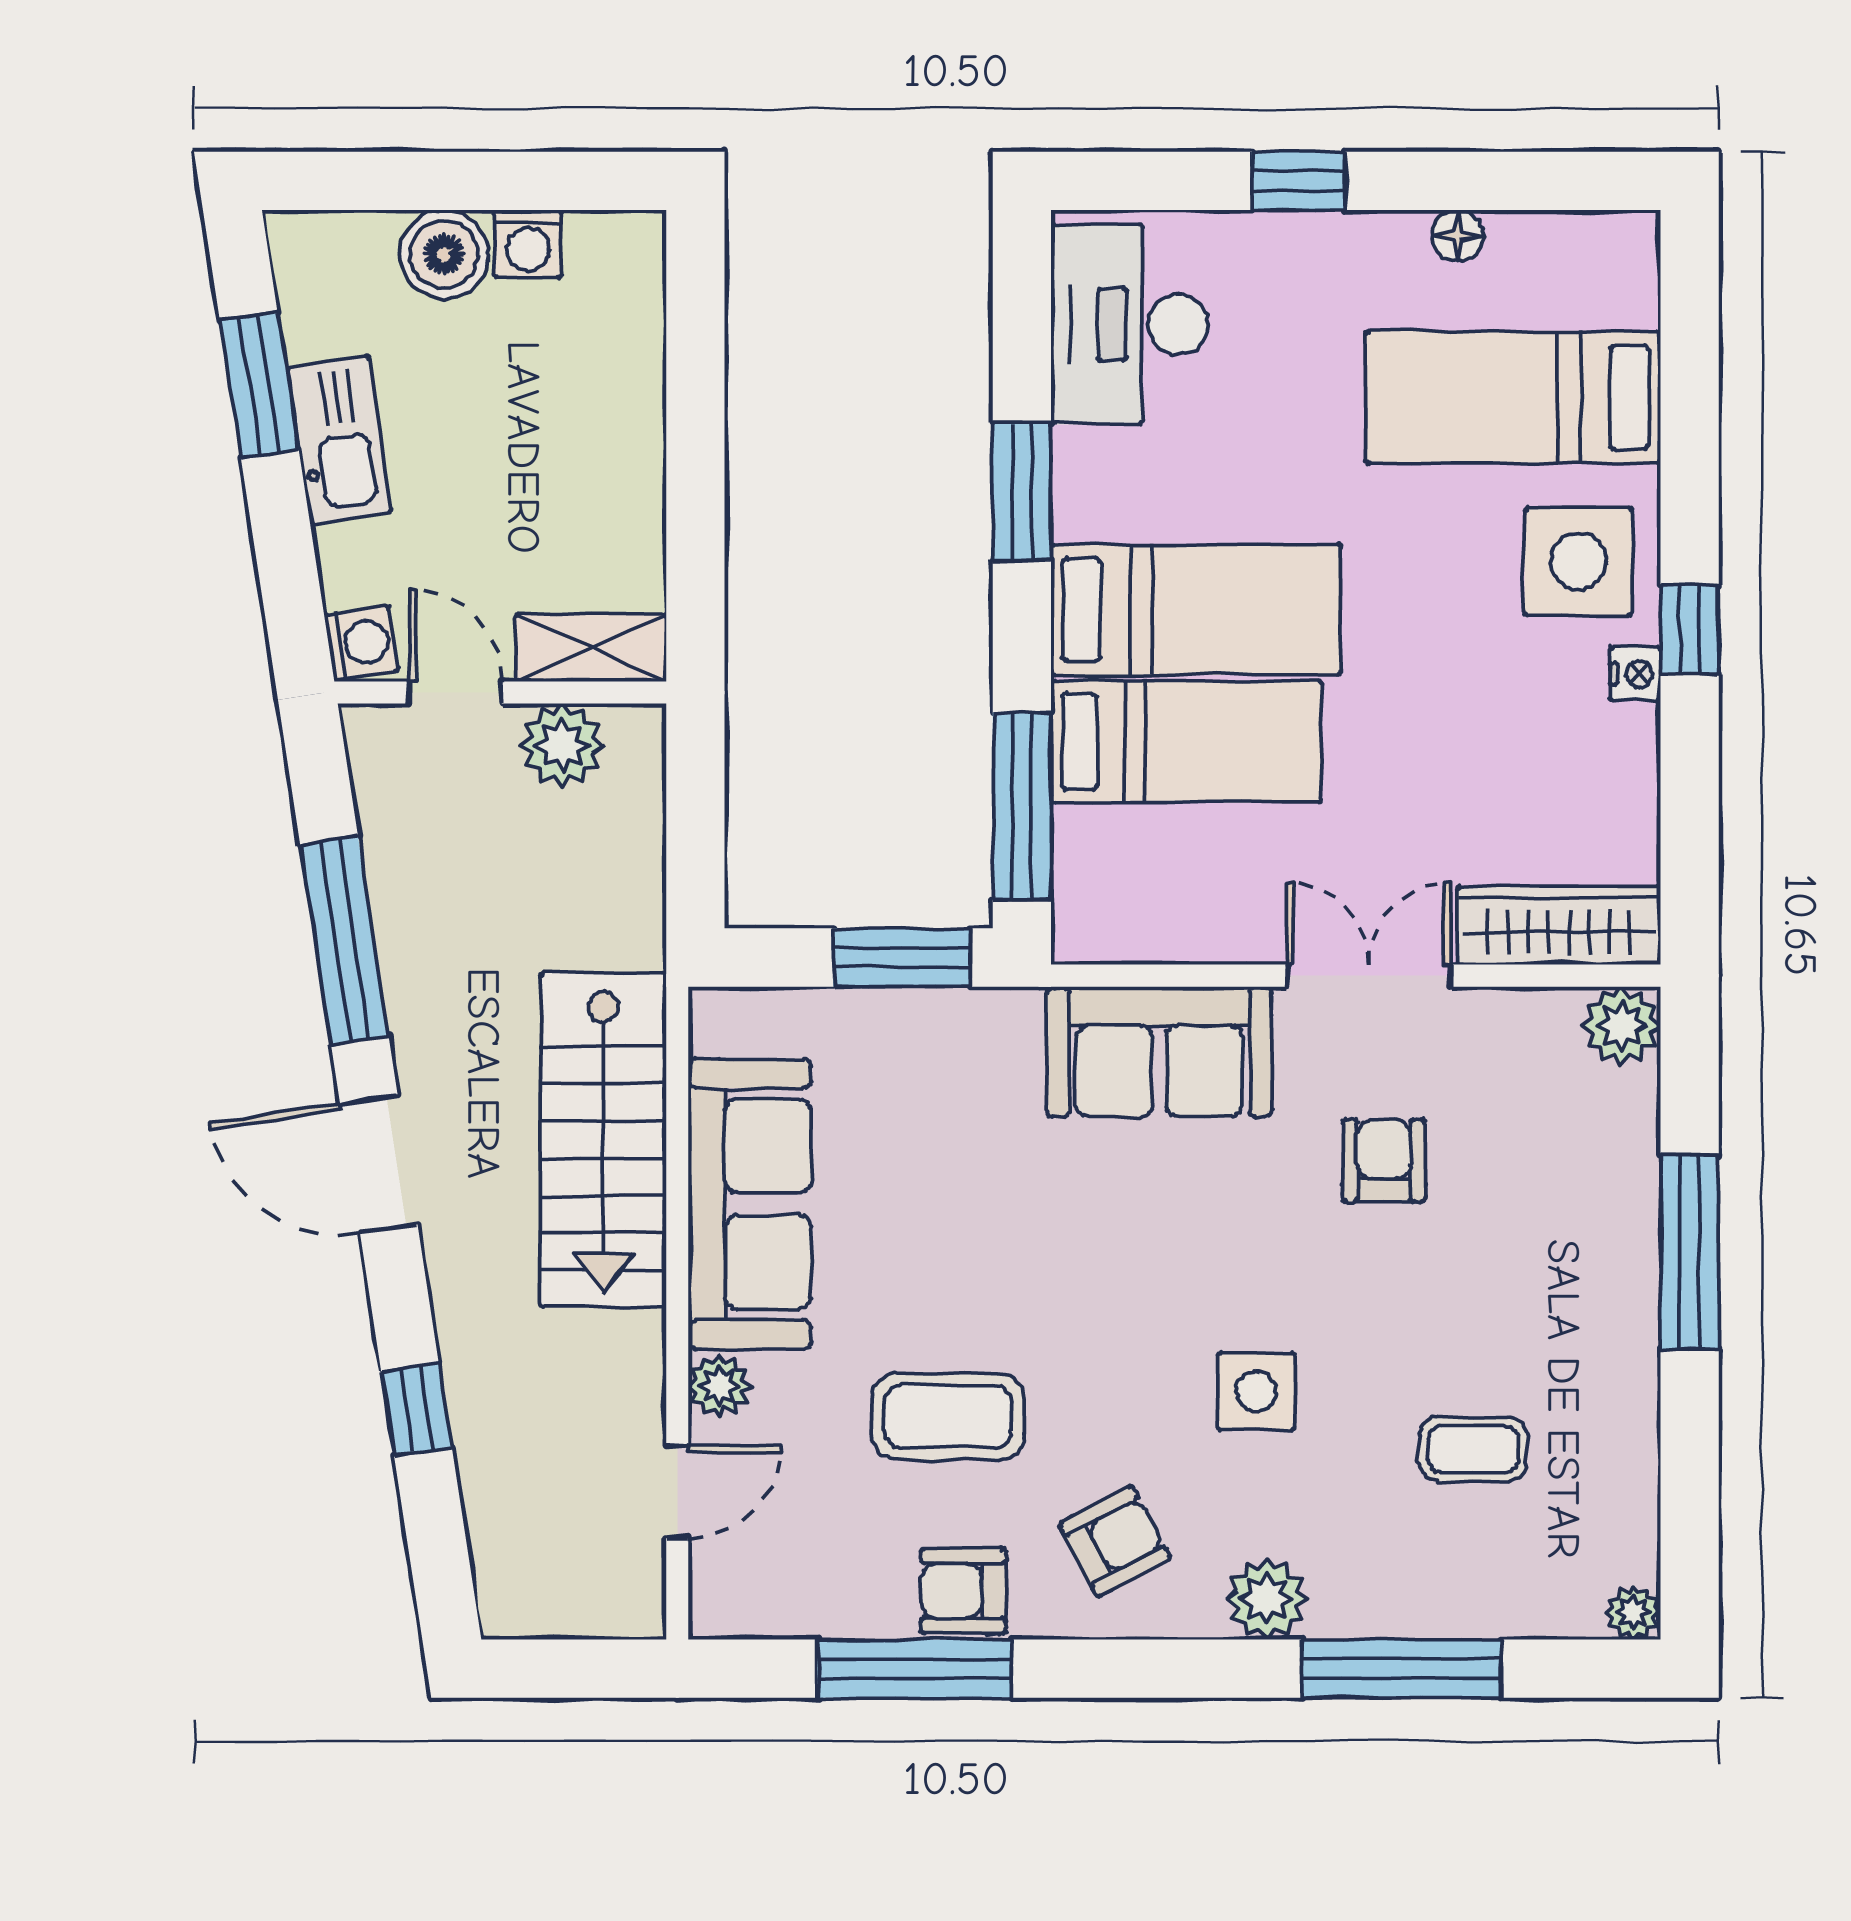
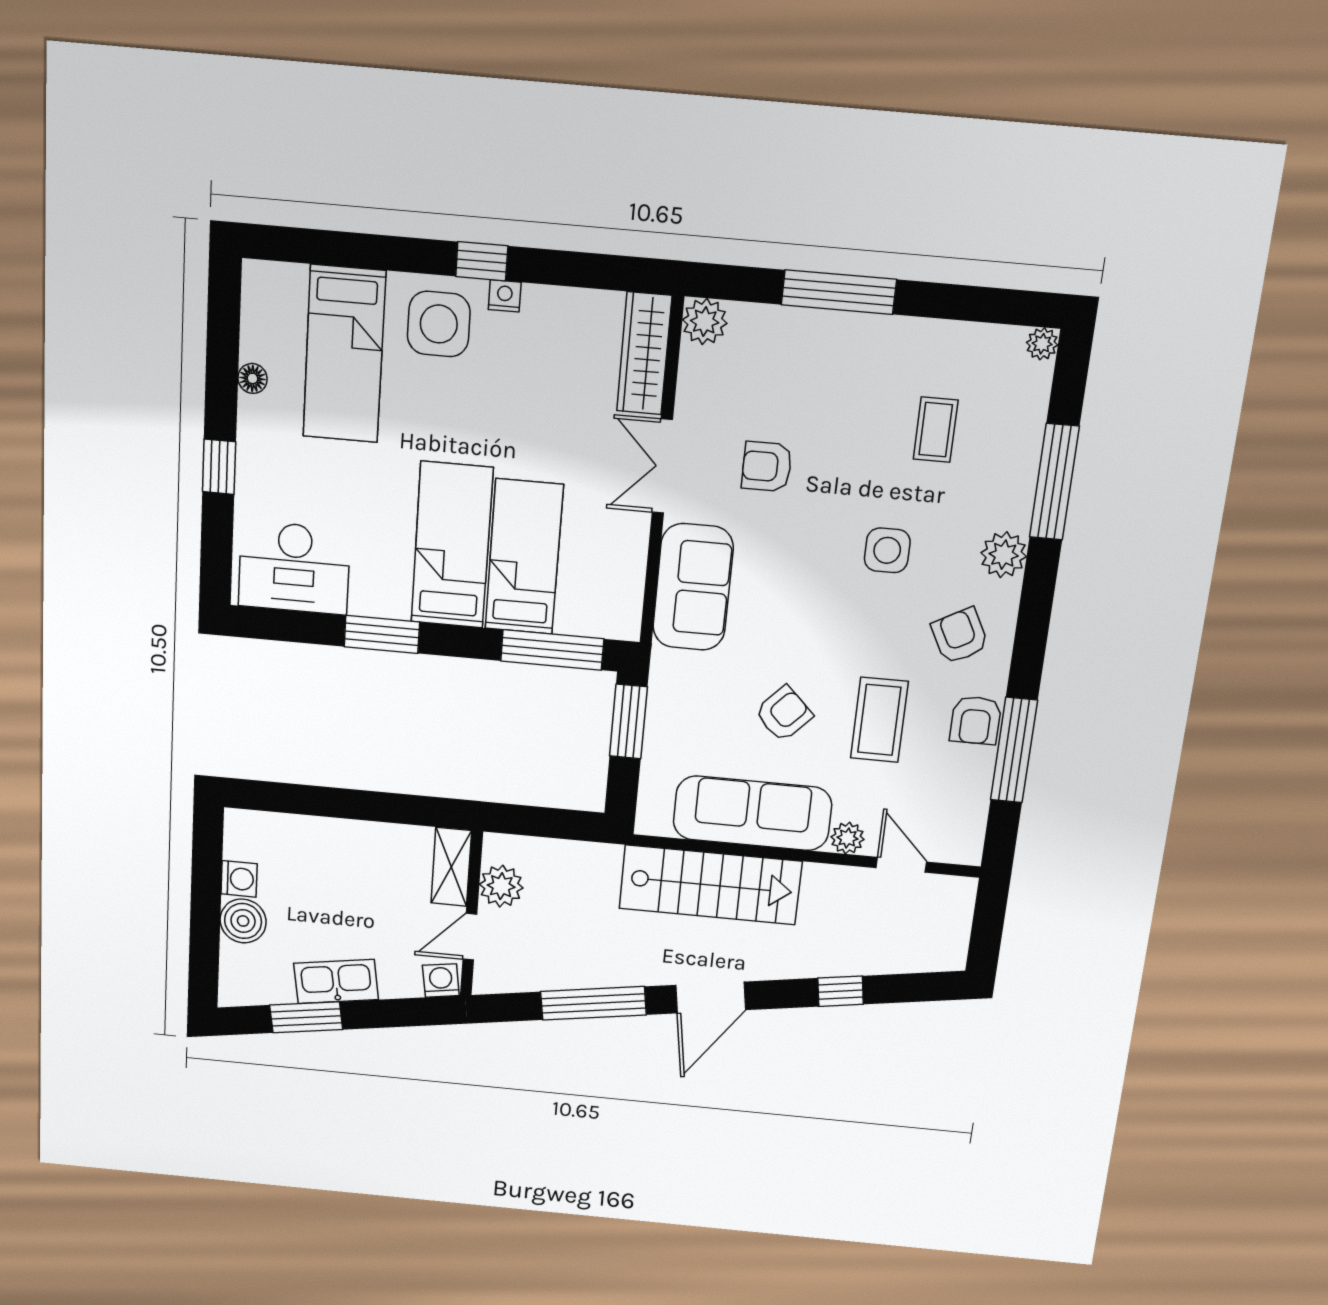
armchair: (943, 1241) -> (784, 714), added

